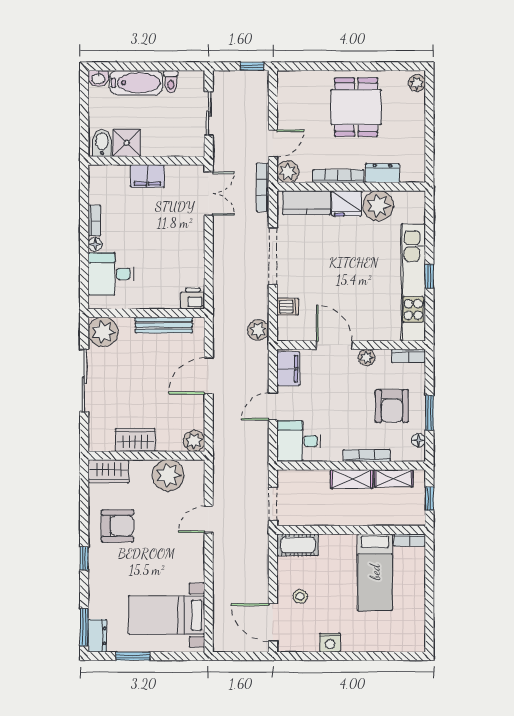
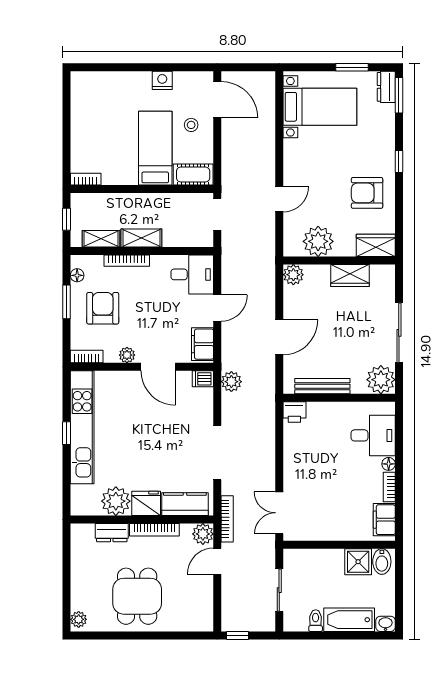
filing cabinet: (147, 176) -> (384, 520), moved, turned -90
dishwasher: (288, 307) -> (203, 379), moved
bed: (375, 572) -> (155, 148), moved

